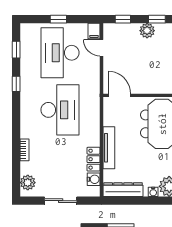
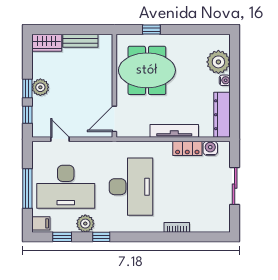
window: (58, 19) -> (27, 189), width x2.17
window: (157, 19) -> (27, 88), moved
filing cabinet: (94, 31) -> (41, 223), moved
door: (102, 48) -> (60, 139), swing flipped
desk: (60, 110) -> (131, 187), turned 90
plant: (28, 183) -> (85, 224), moved

